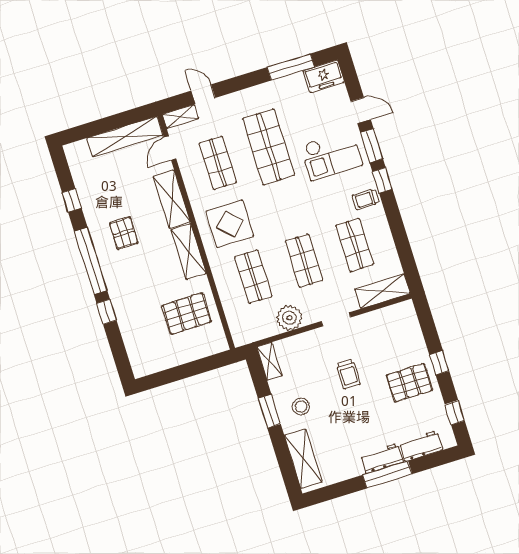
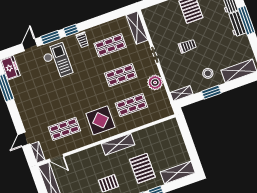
shop shelf: (269, 147) -> (54, 99), removed
shelving: (172, 199) -> (178, 173), moved
pallet: (187, 314) -> (142, 168), moved

